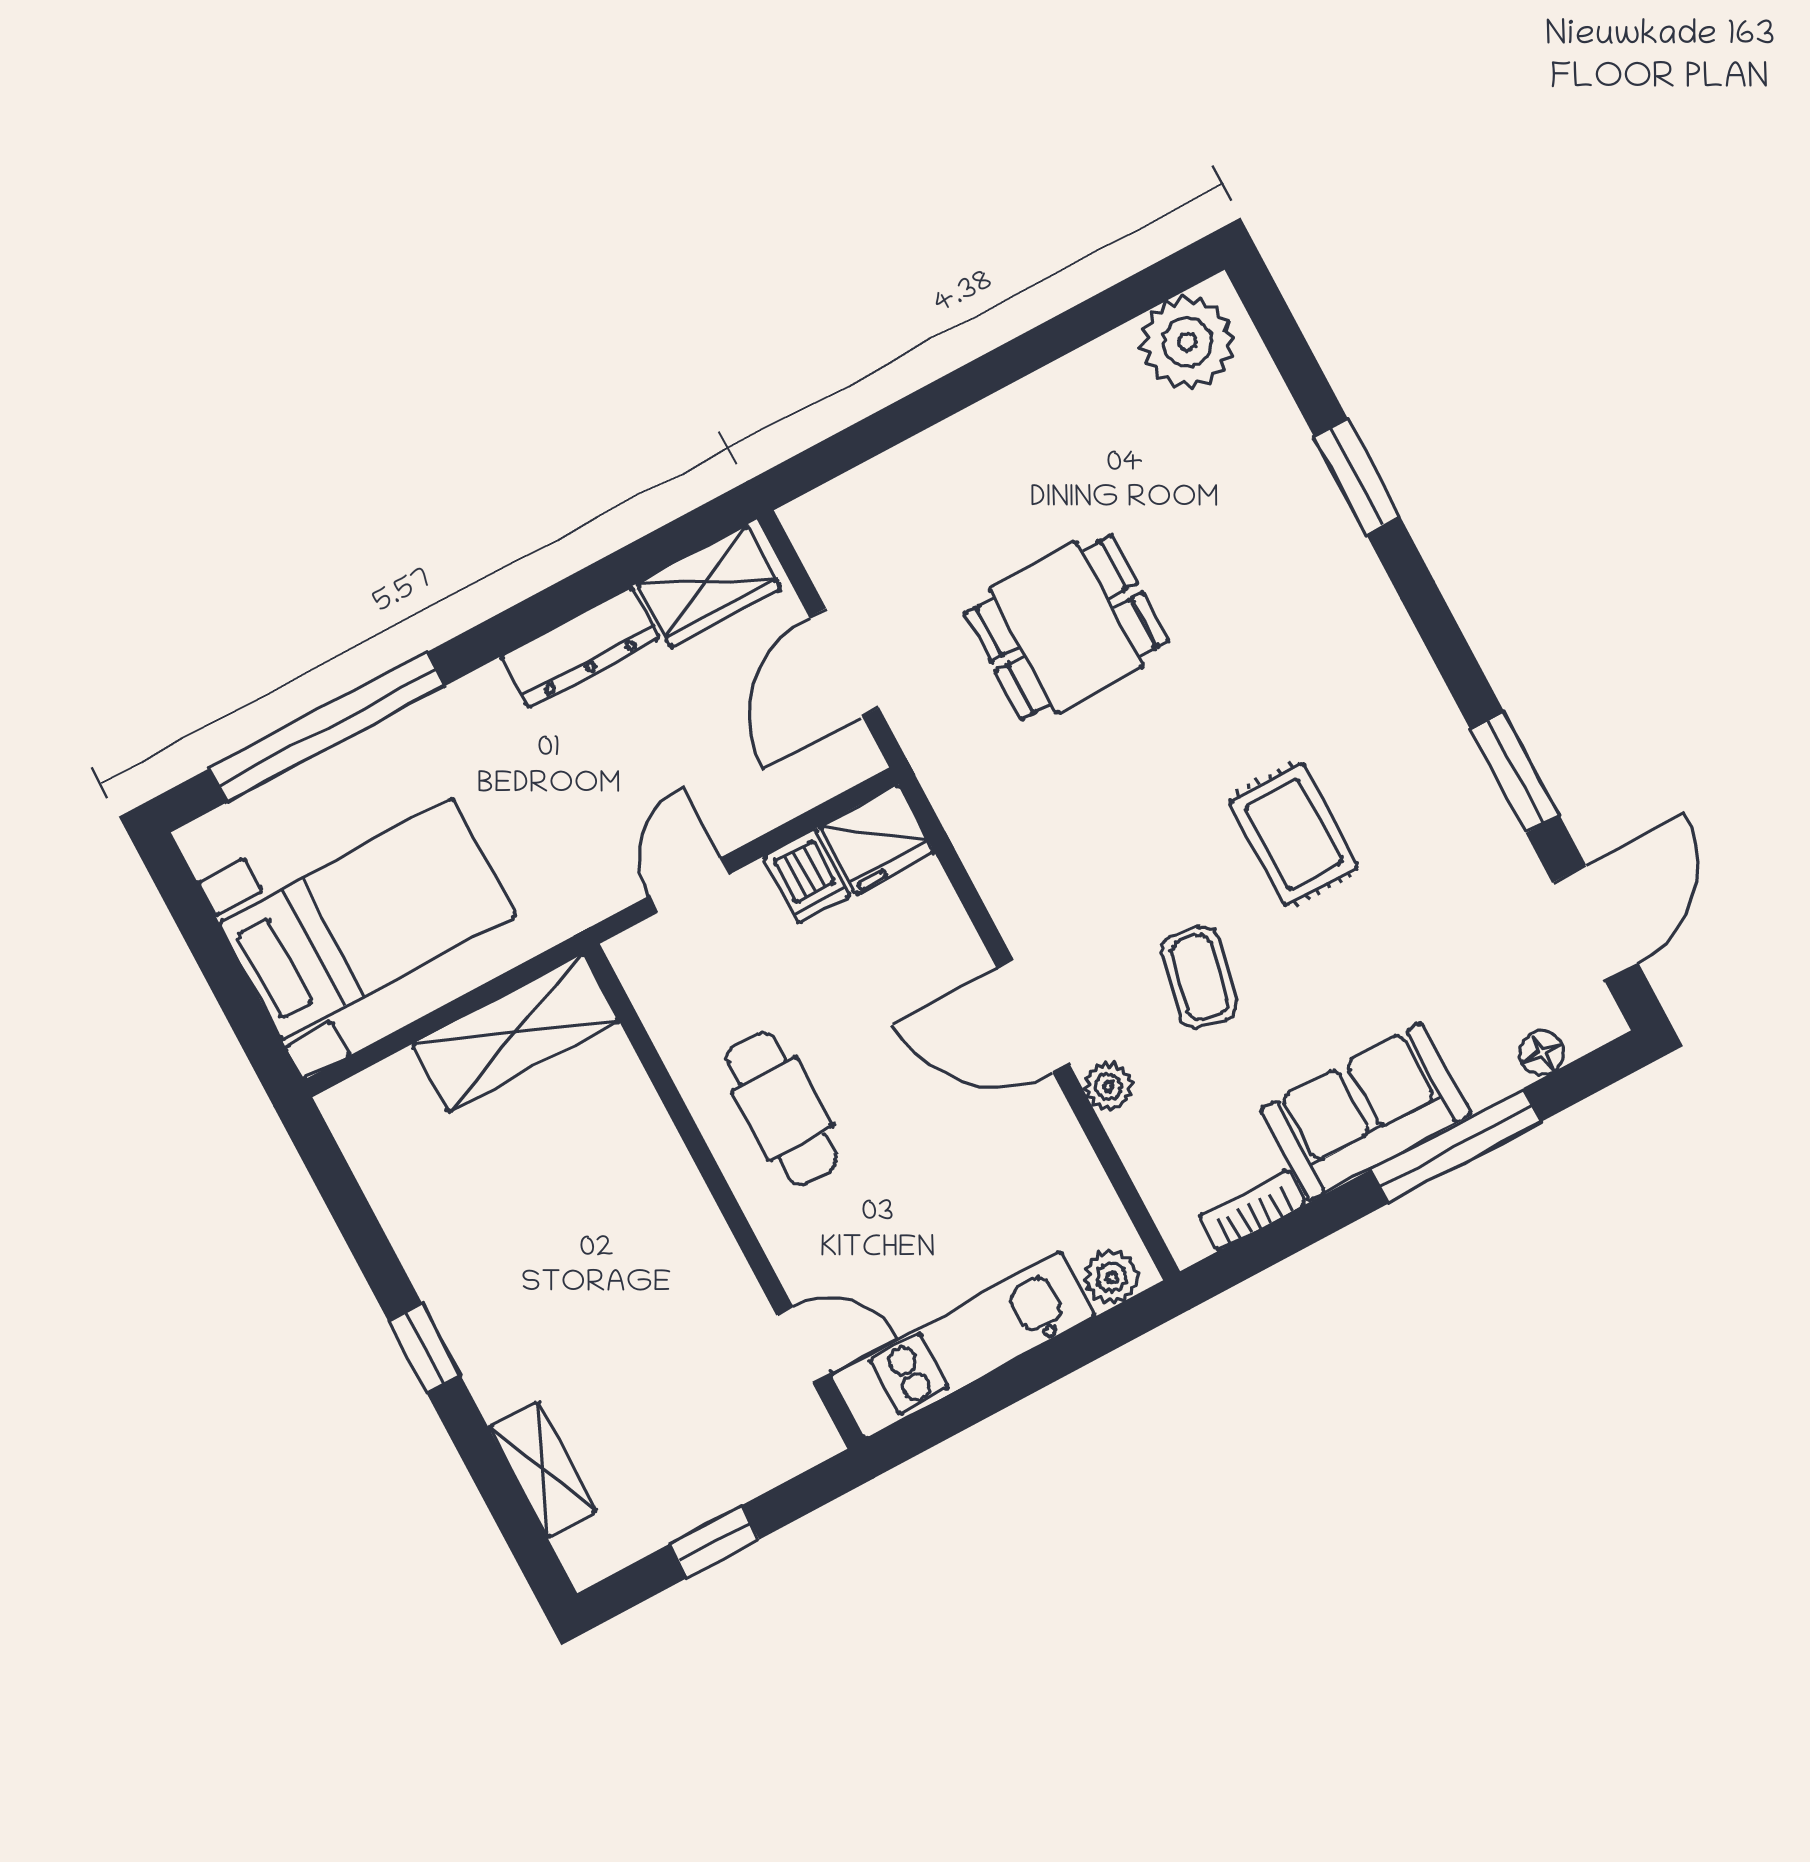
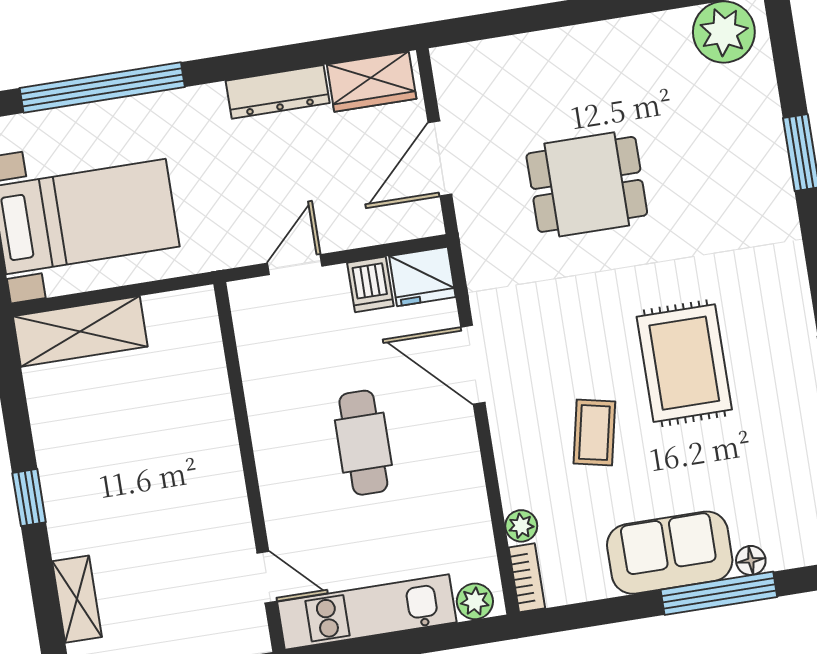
rug: (1293, 834) -> (684, 363), width x1.36, depth x1.43
door: (1033, 1016) -> (473, 365), moved
shelving: (516, 1033) -> (80, 331), moved
floor lamp: (1542, 1053) -> (751, 560), moved
plant: (1109, 1086) -> (521, 526), moved
cafe table: (782, 1109) -> (363, 443), moved
bookcase: (1252, 1210) -> (527, 578), moved, turned 90

